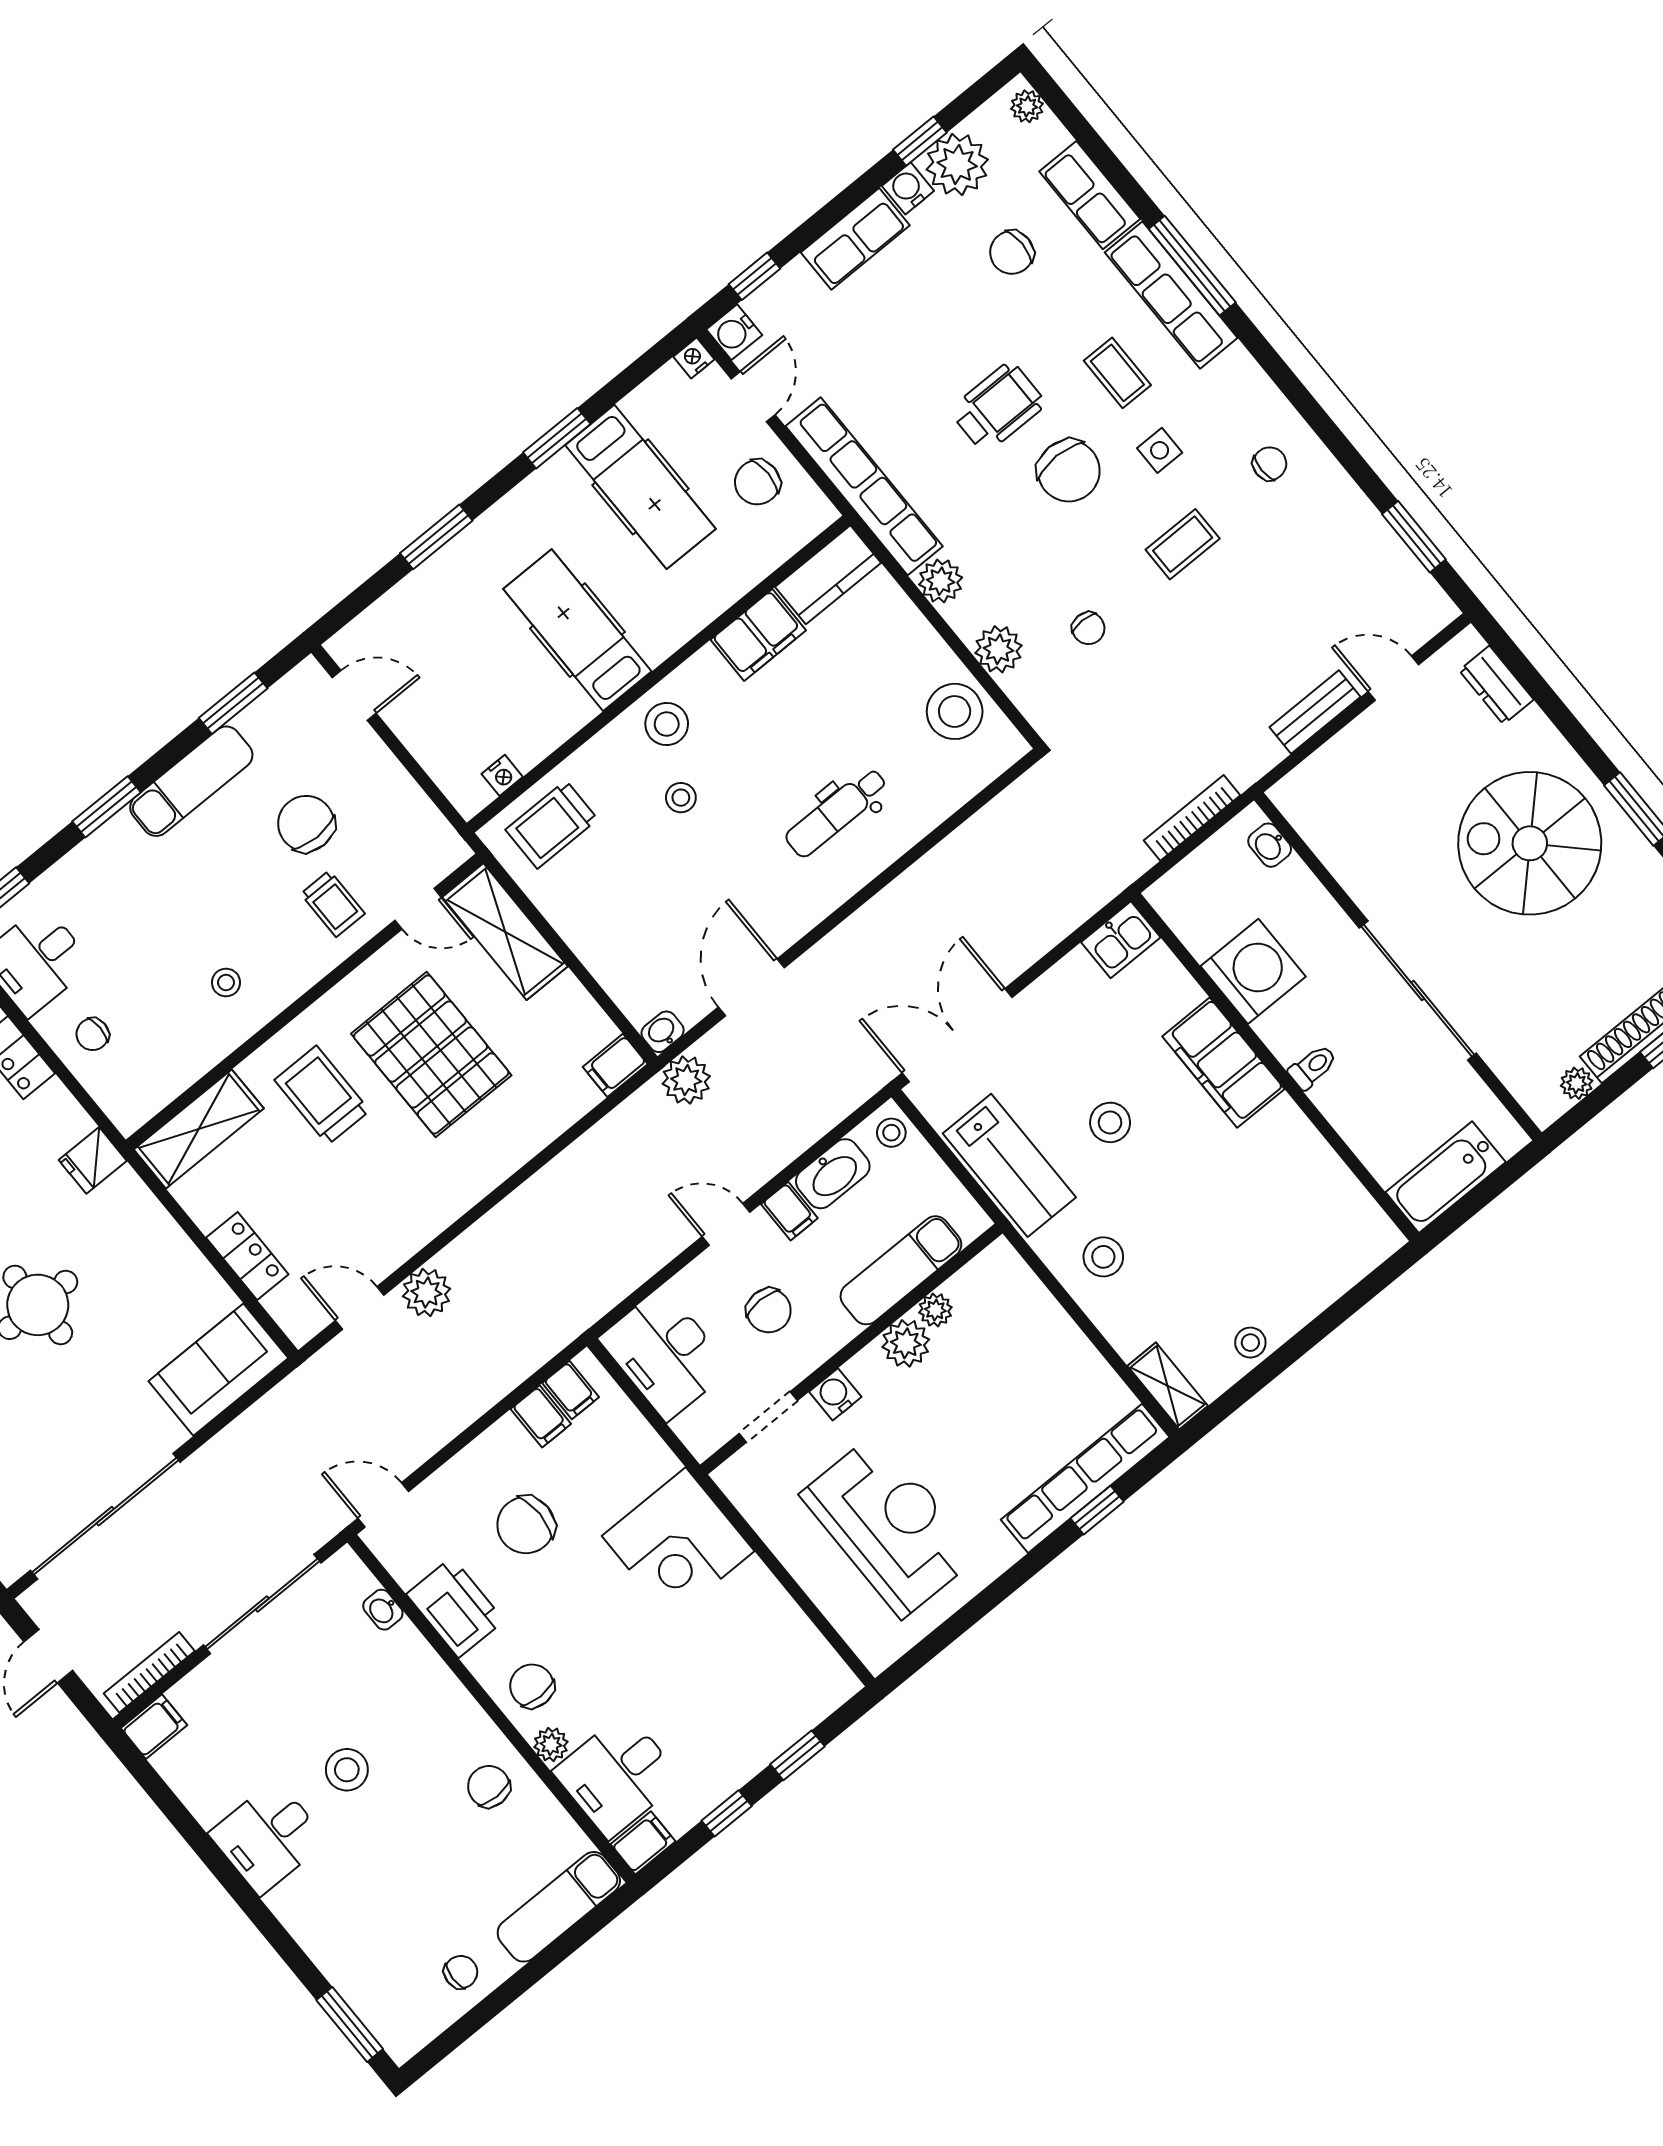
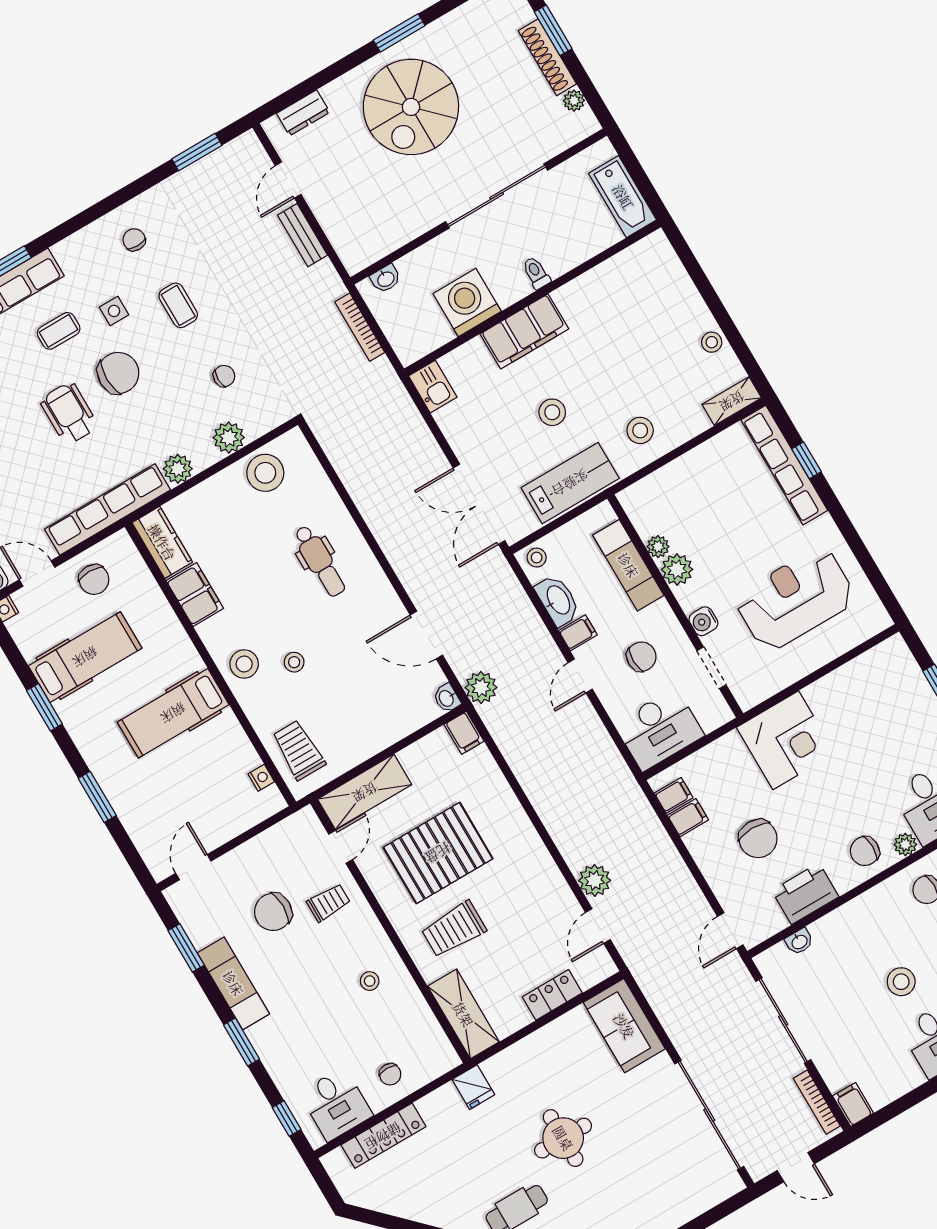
trolley: (552, 825) -> (299, 750), turned 180

